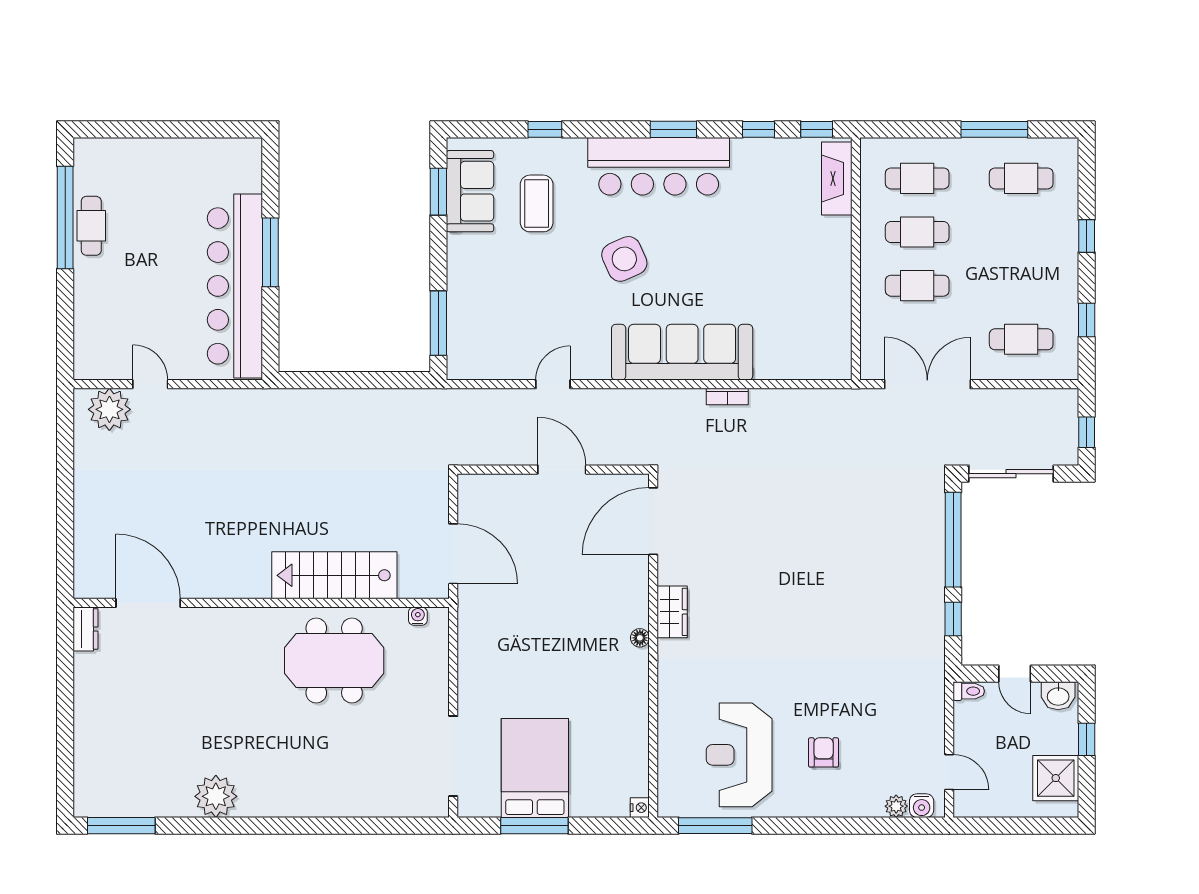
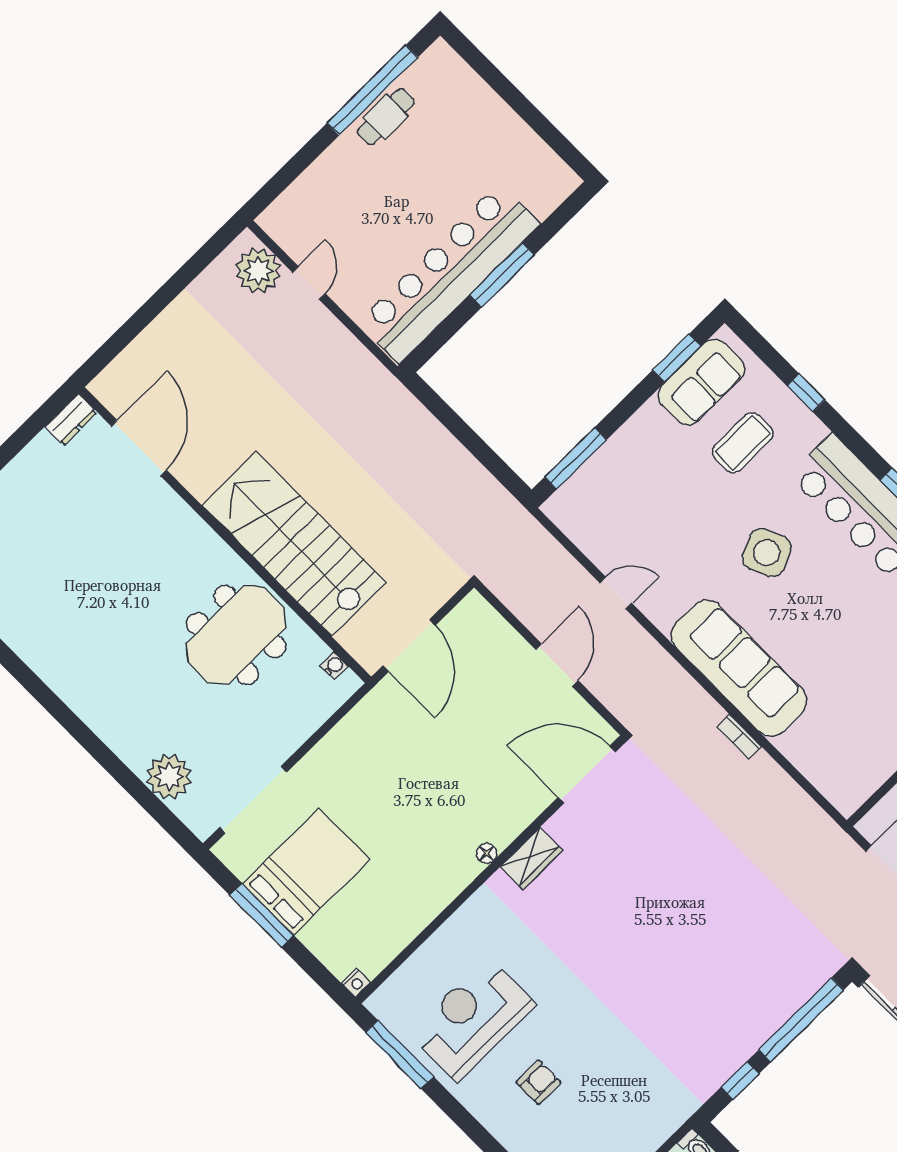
stairs: (334, 575) -> (294, 544), width x1.36, depth x1.51
meeting table: (334, 661) -> (236, 635), turned 90
plant: (216, 796) -> (169, 777), moved

